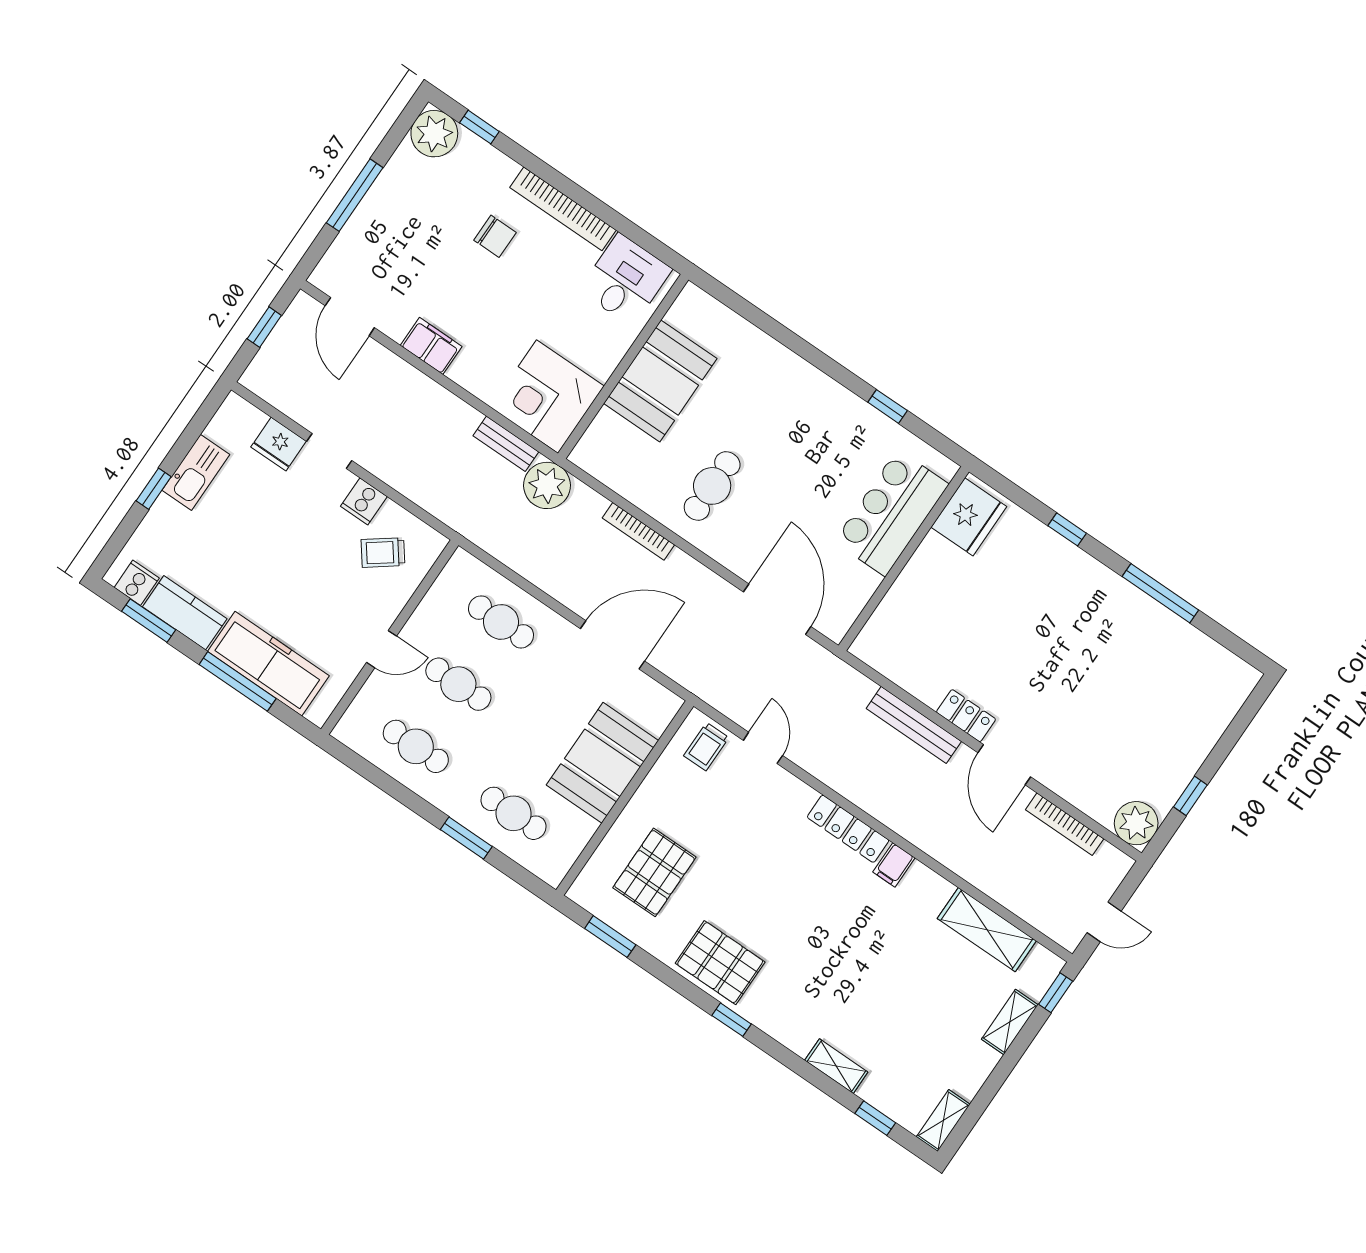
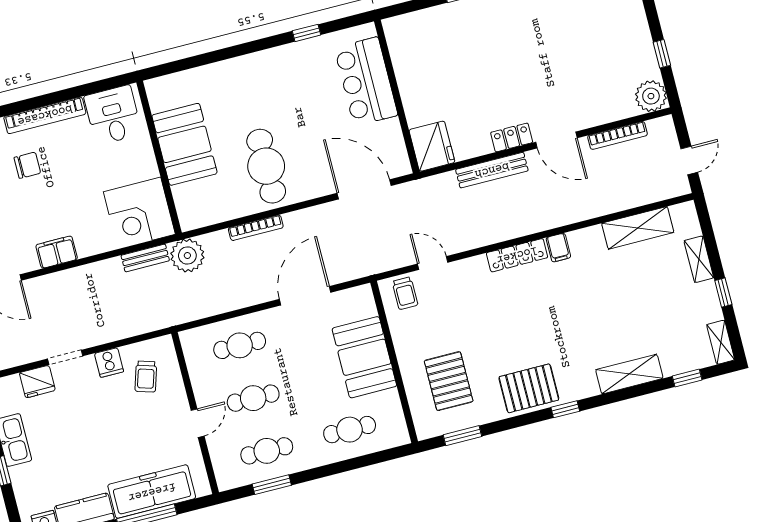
cafe table: (712, 486) -> (266, 166), width x1.37, depth x1.35
fridge: (969, 517) -> (432, 146), moved
trolley: (383, 553) -> (146, 377), turned -36
window: (466, 838) -> (272, 485), moved
window: (1056, 993) -> (723, 293), moved
shelving: (836, 1066) -> (629, 374), width x1.50, depth x1.33

